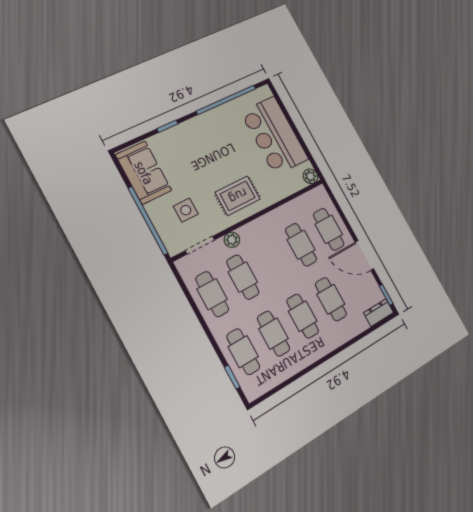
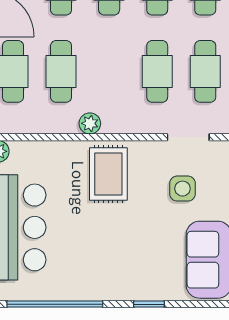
rug: (238, 196) -> (108, 174), turned 90
plant: (232, 240) -> (90, 123), moved

